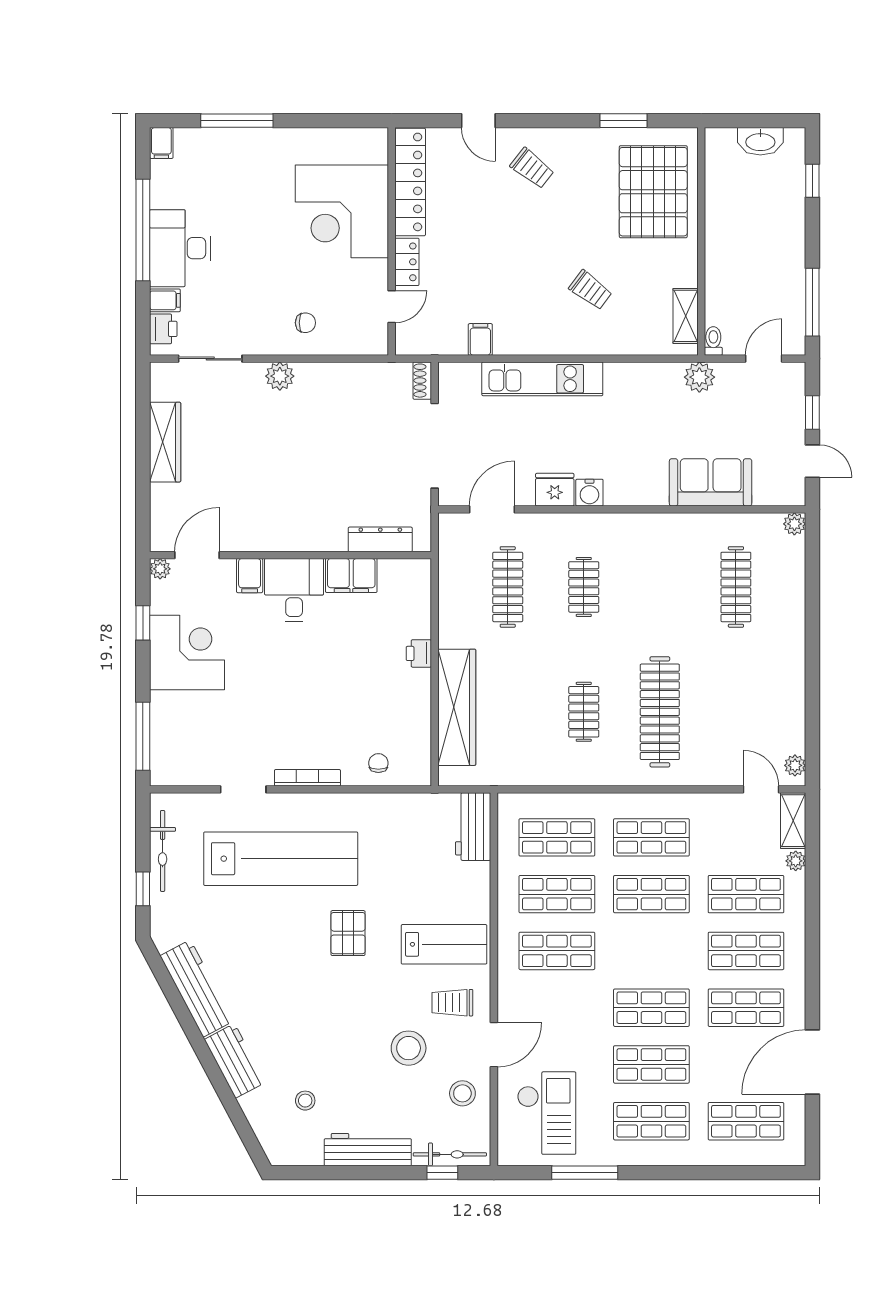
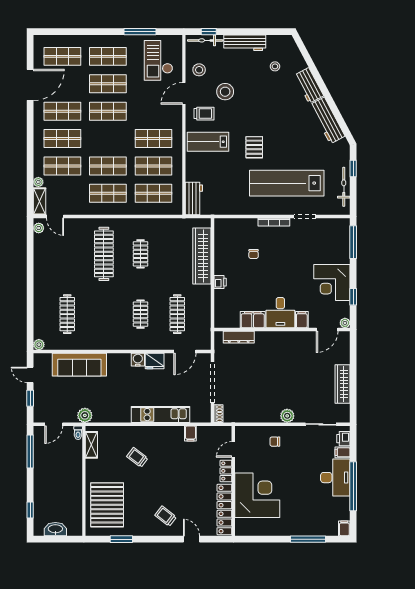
sofa: (711, 482) -> (79, 365), width x1.36
chair: (378, 763) -> (254, 254), moved

